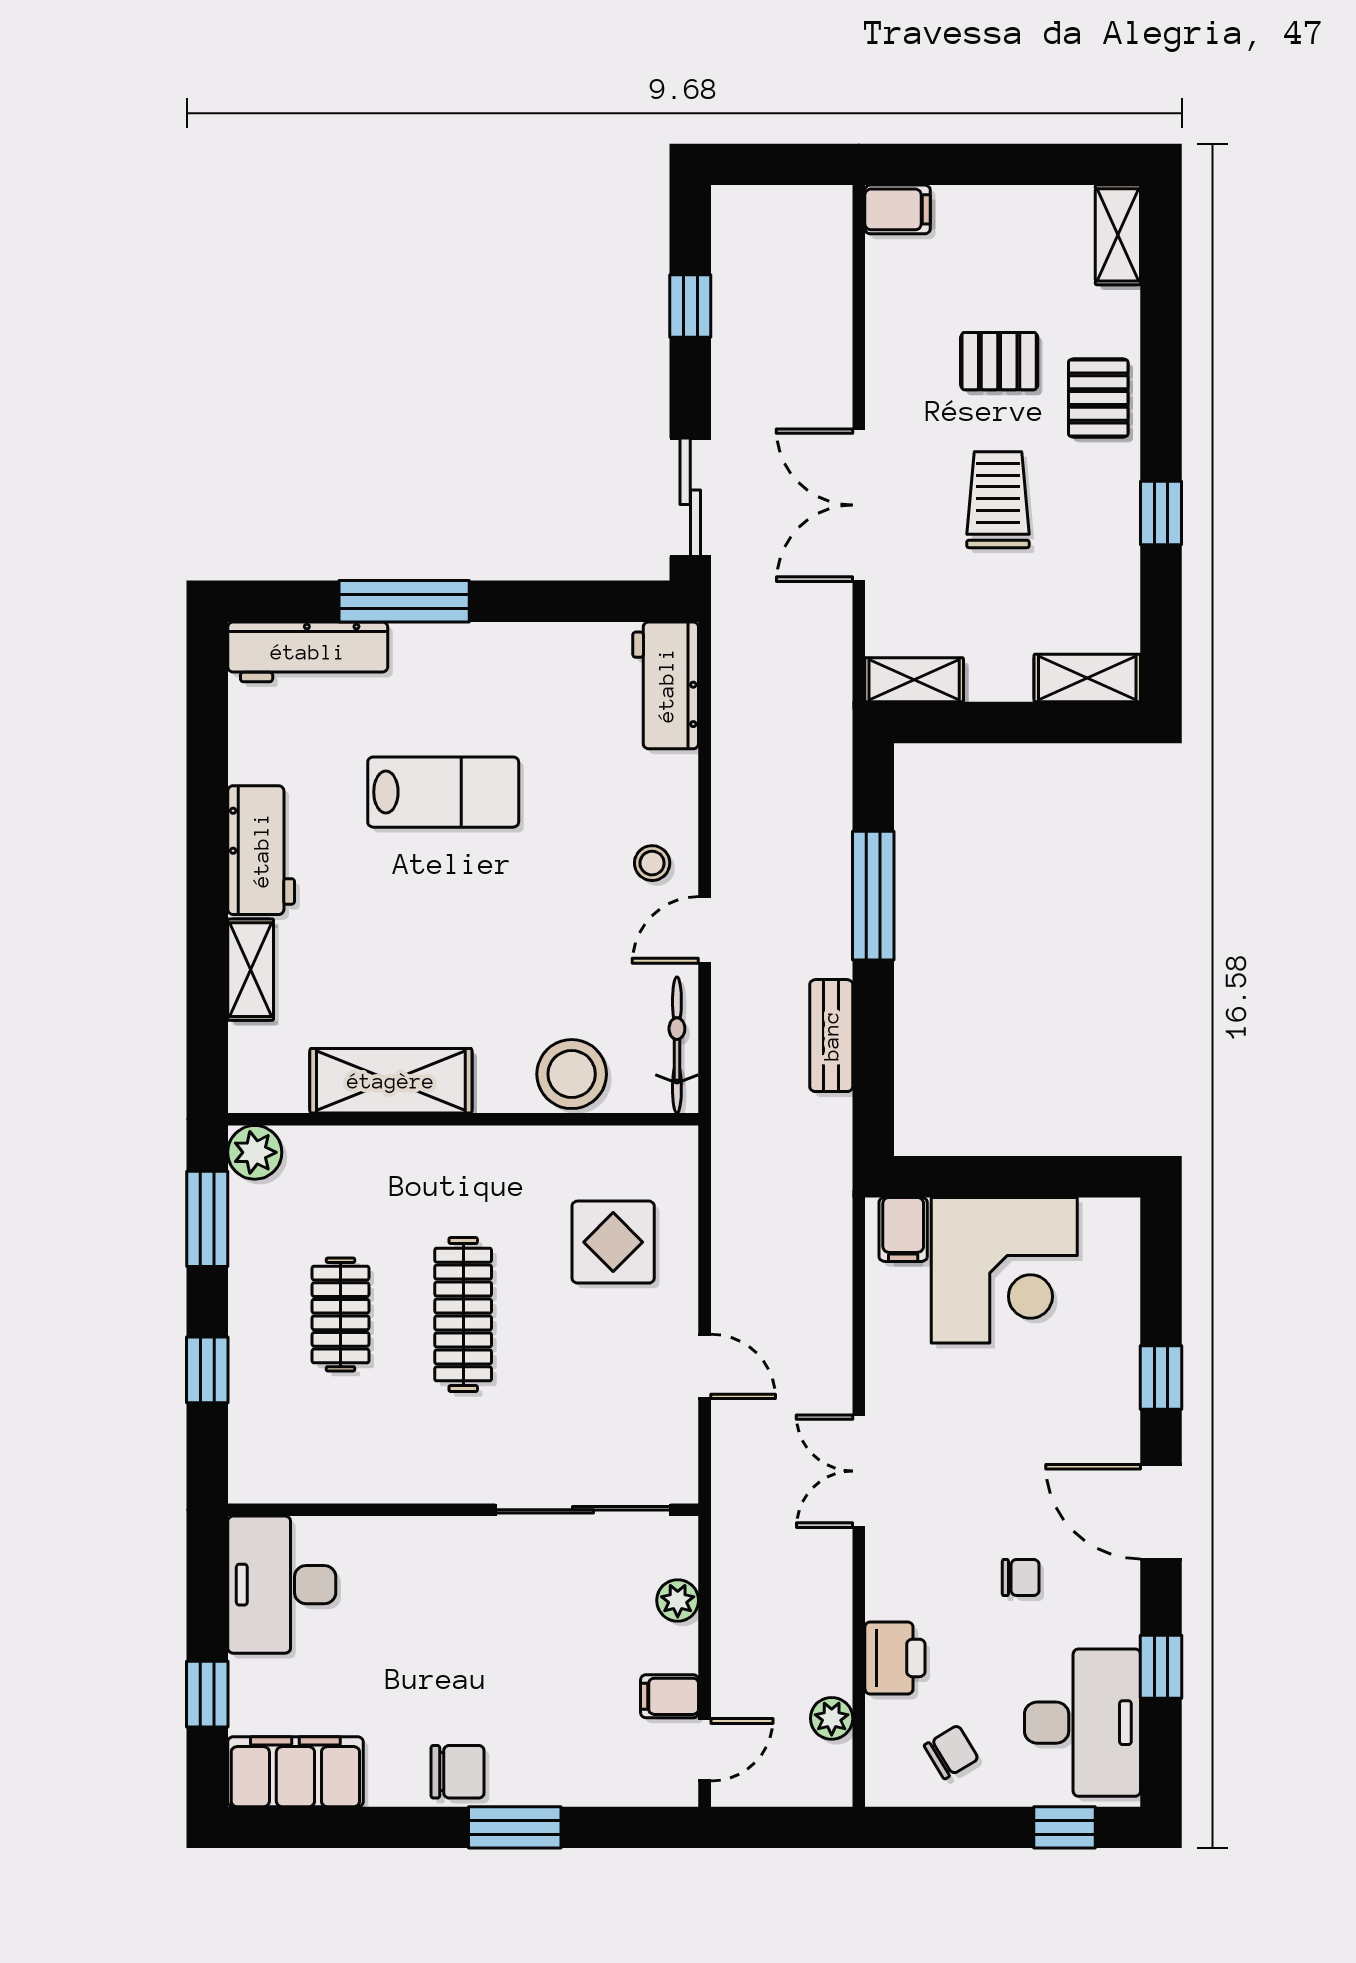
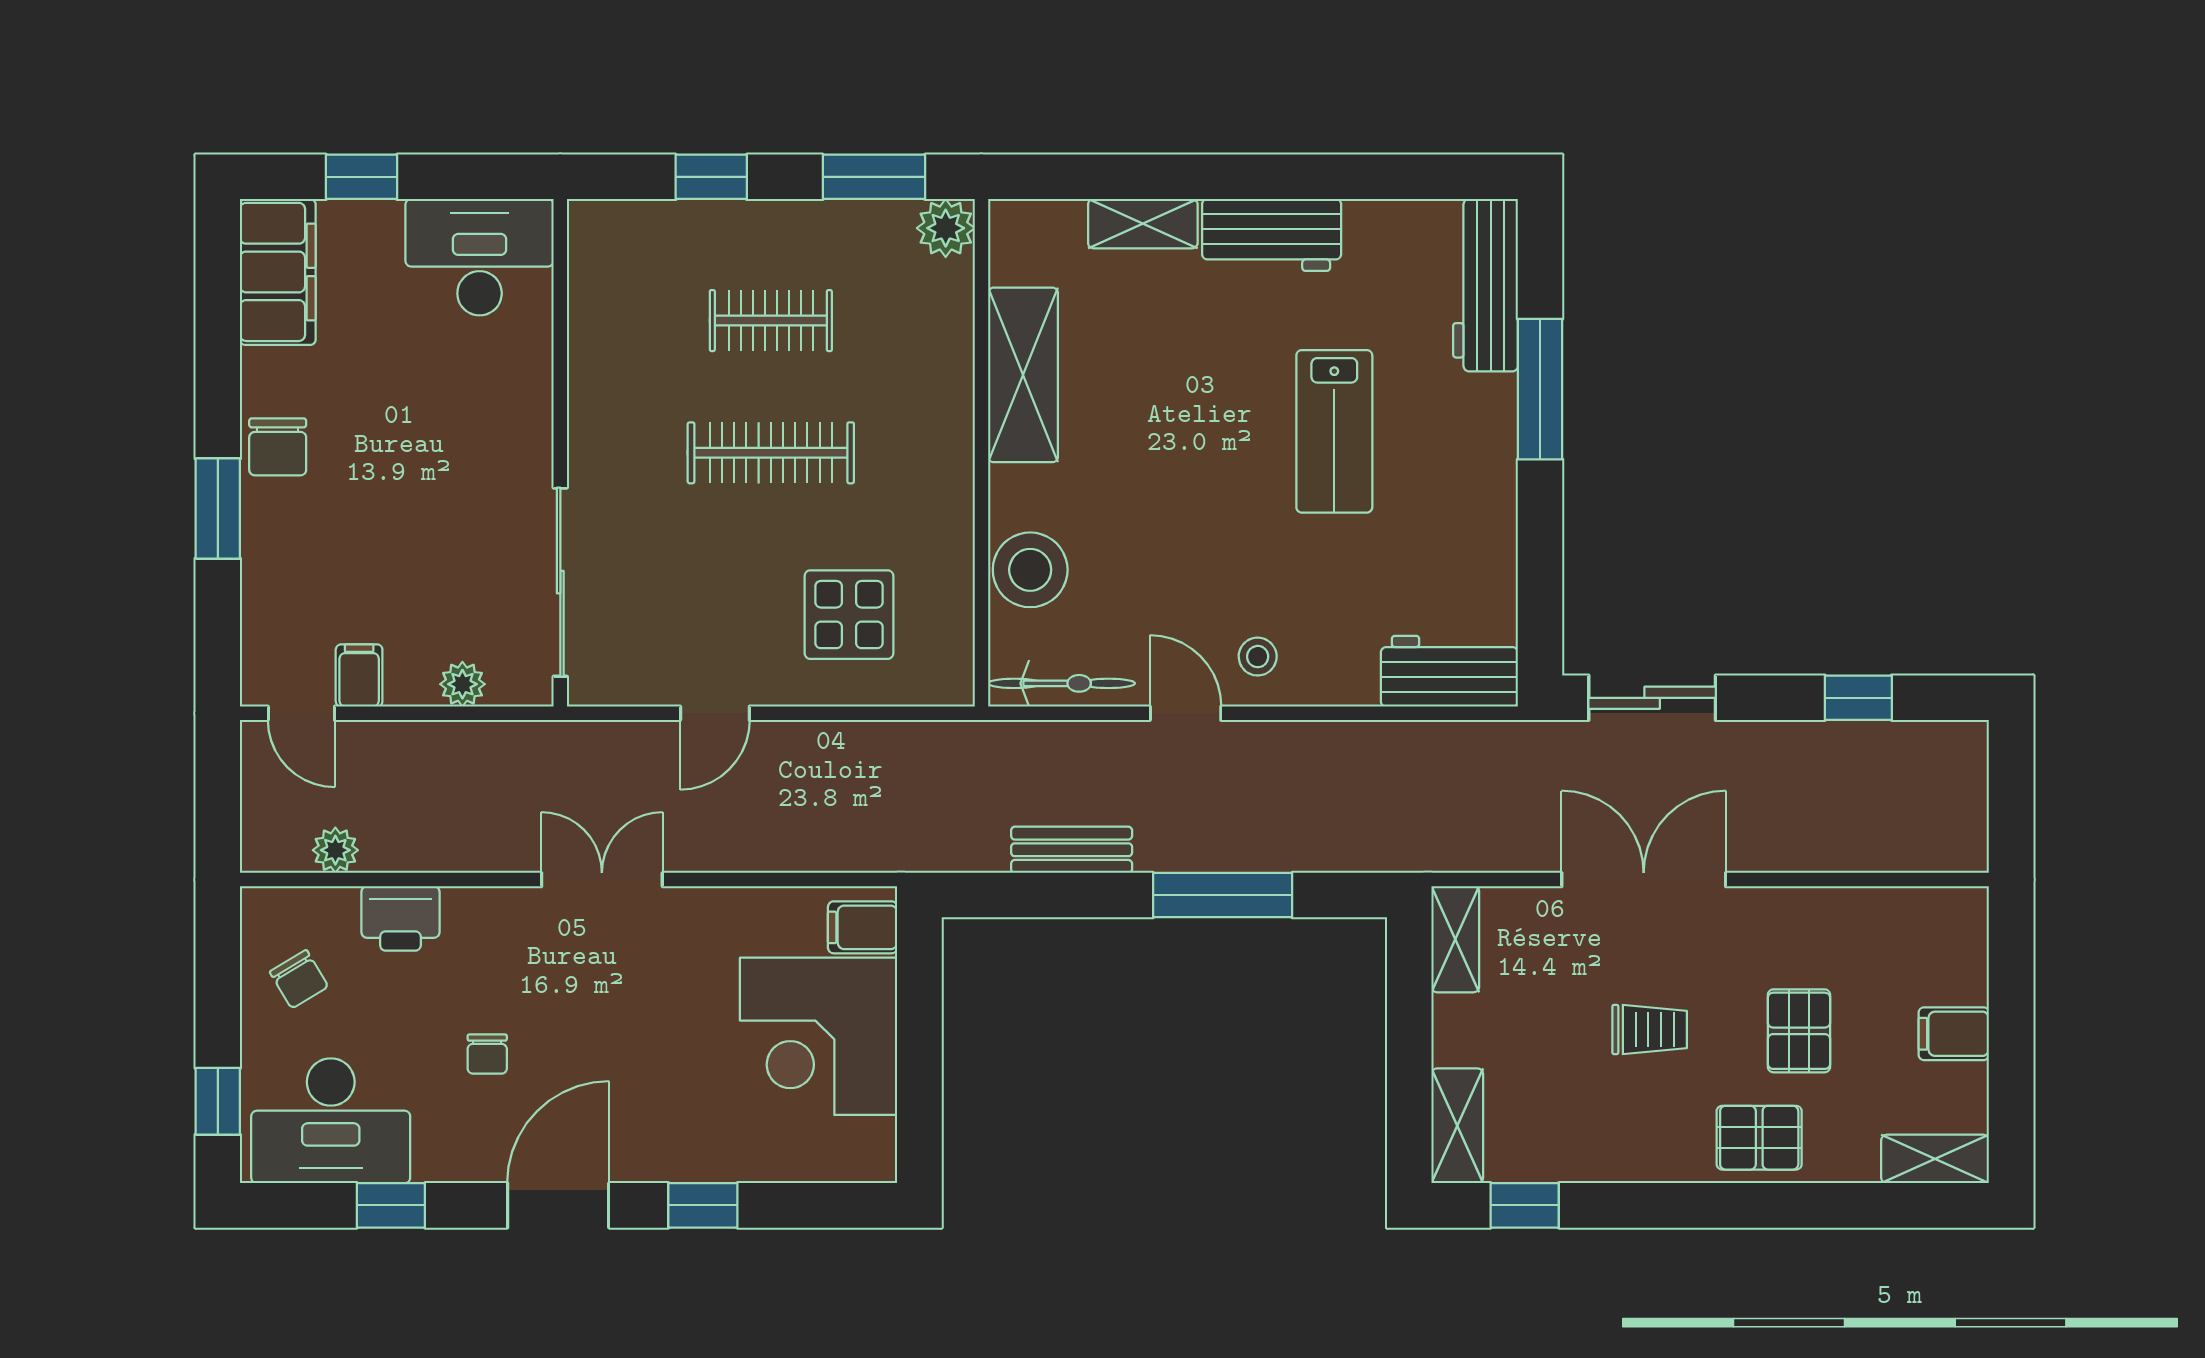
filing cabinet: (898, 209) -> (1954, 1034), moved, turned 90
trolley: (998, 500) -> (1650, 1030), width x0.73, depth x0.72
window: (1161, 513) -> (1525, 1205), moved

